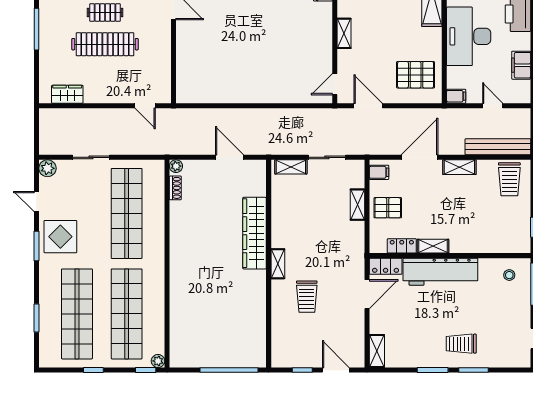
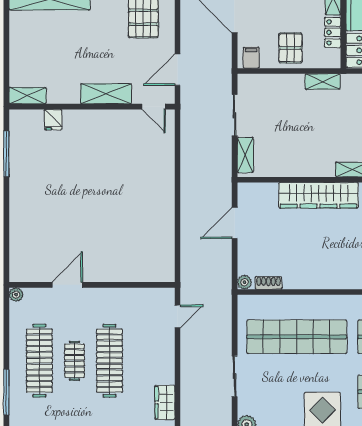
shelving: (344, 33) -> (106, 94), width x1.50, depth x1.33
shelving: (357, 205) -> (323, 81), moved

